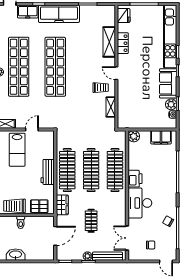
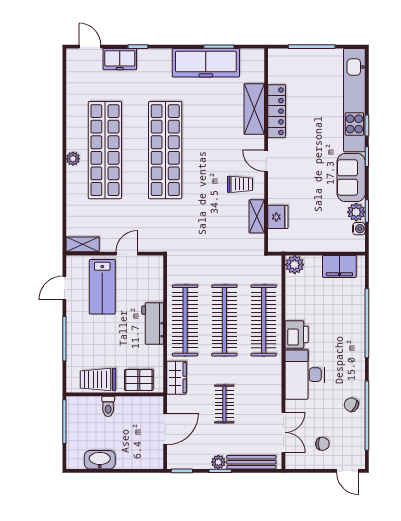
freezer: (59, 14) -> (206, 63), moved
fridge: (124, 16) -> (278, 217), moved
locker: (123, 43) -> (277, 111), width x1.53
double door: (127, 238) -> (283, 432), swing flipped

